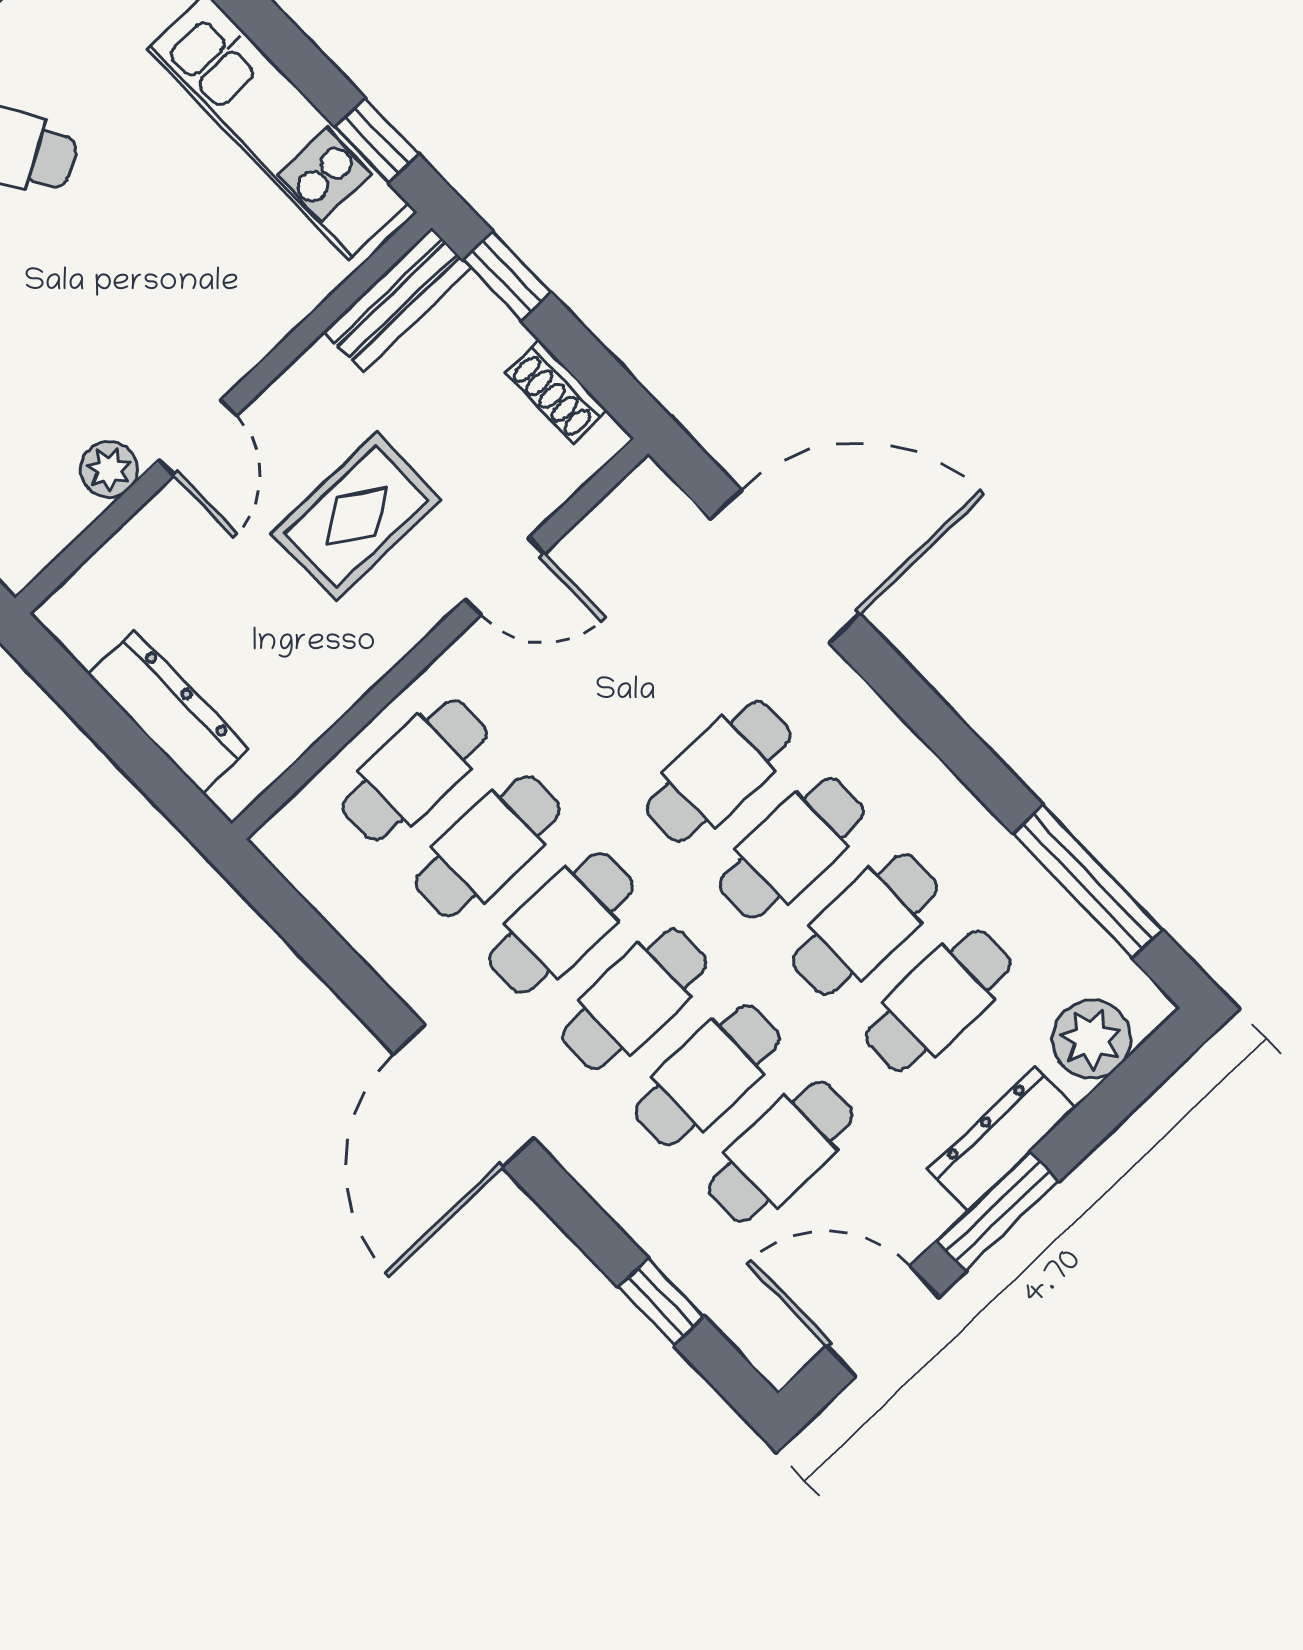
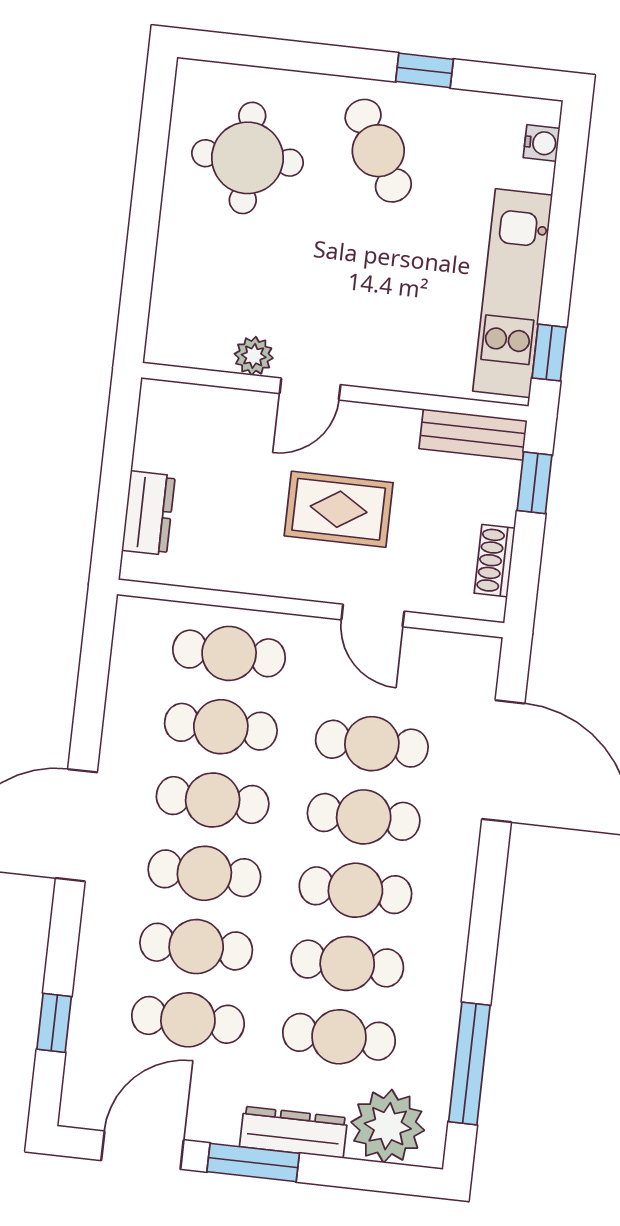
cafe table: (645, 695) -> (372, 744), added
dresser: (168, 712) -> (148, 513), width x0.70
plant: (1091, 1039) -> (388, 1126), width x1.36, depth x1.36
door: (883, 1322) -> (142, 1150), hinge flipped

